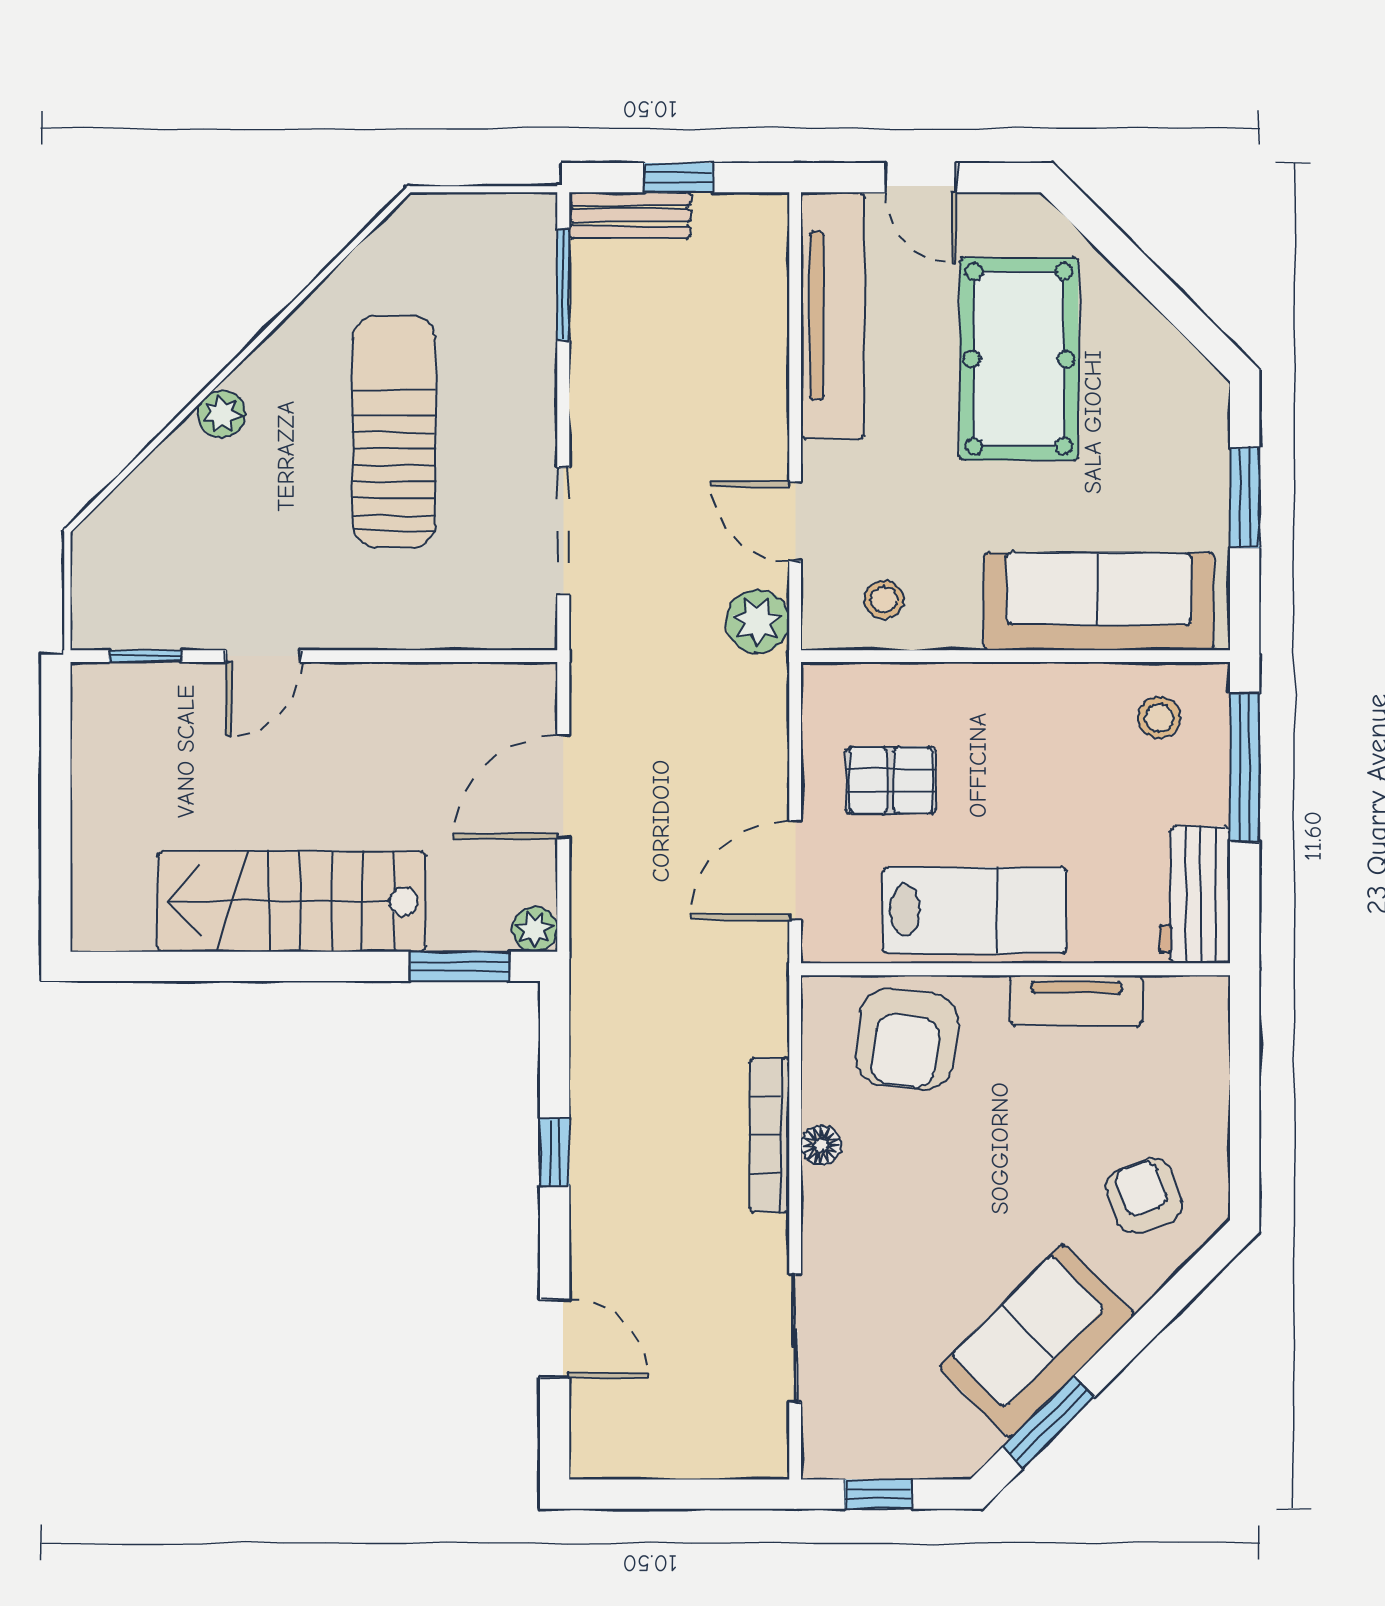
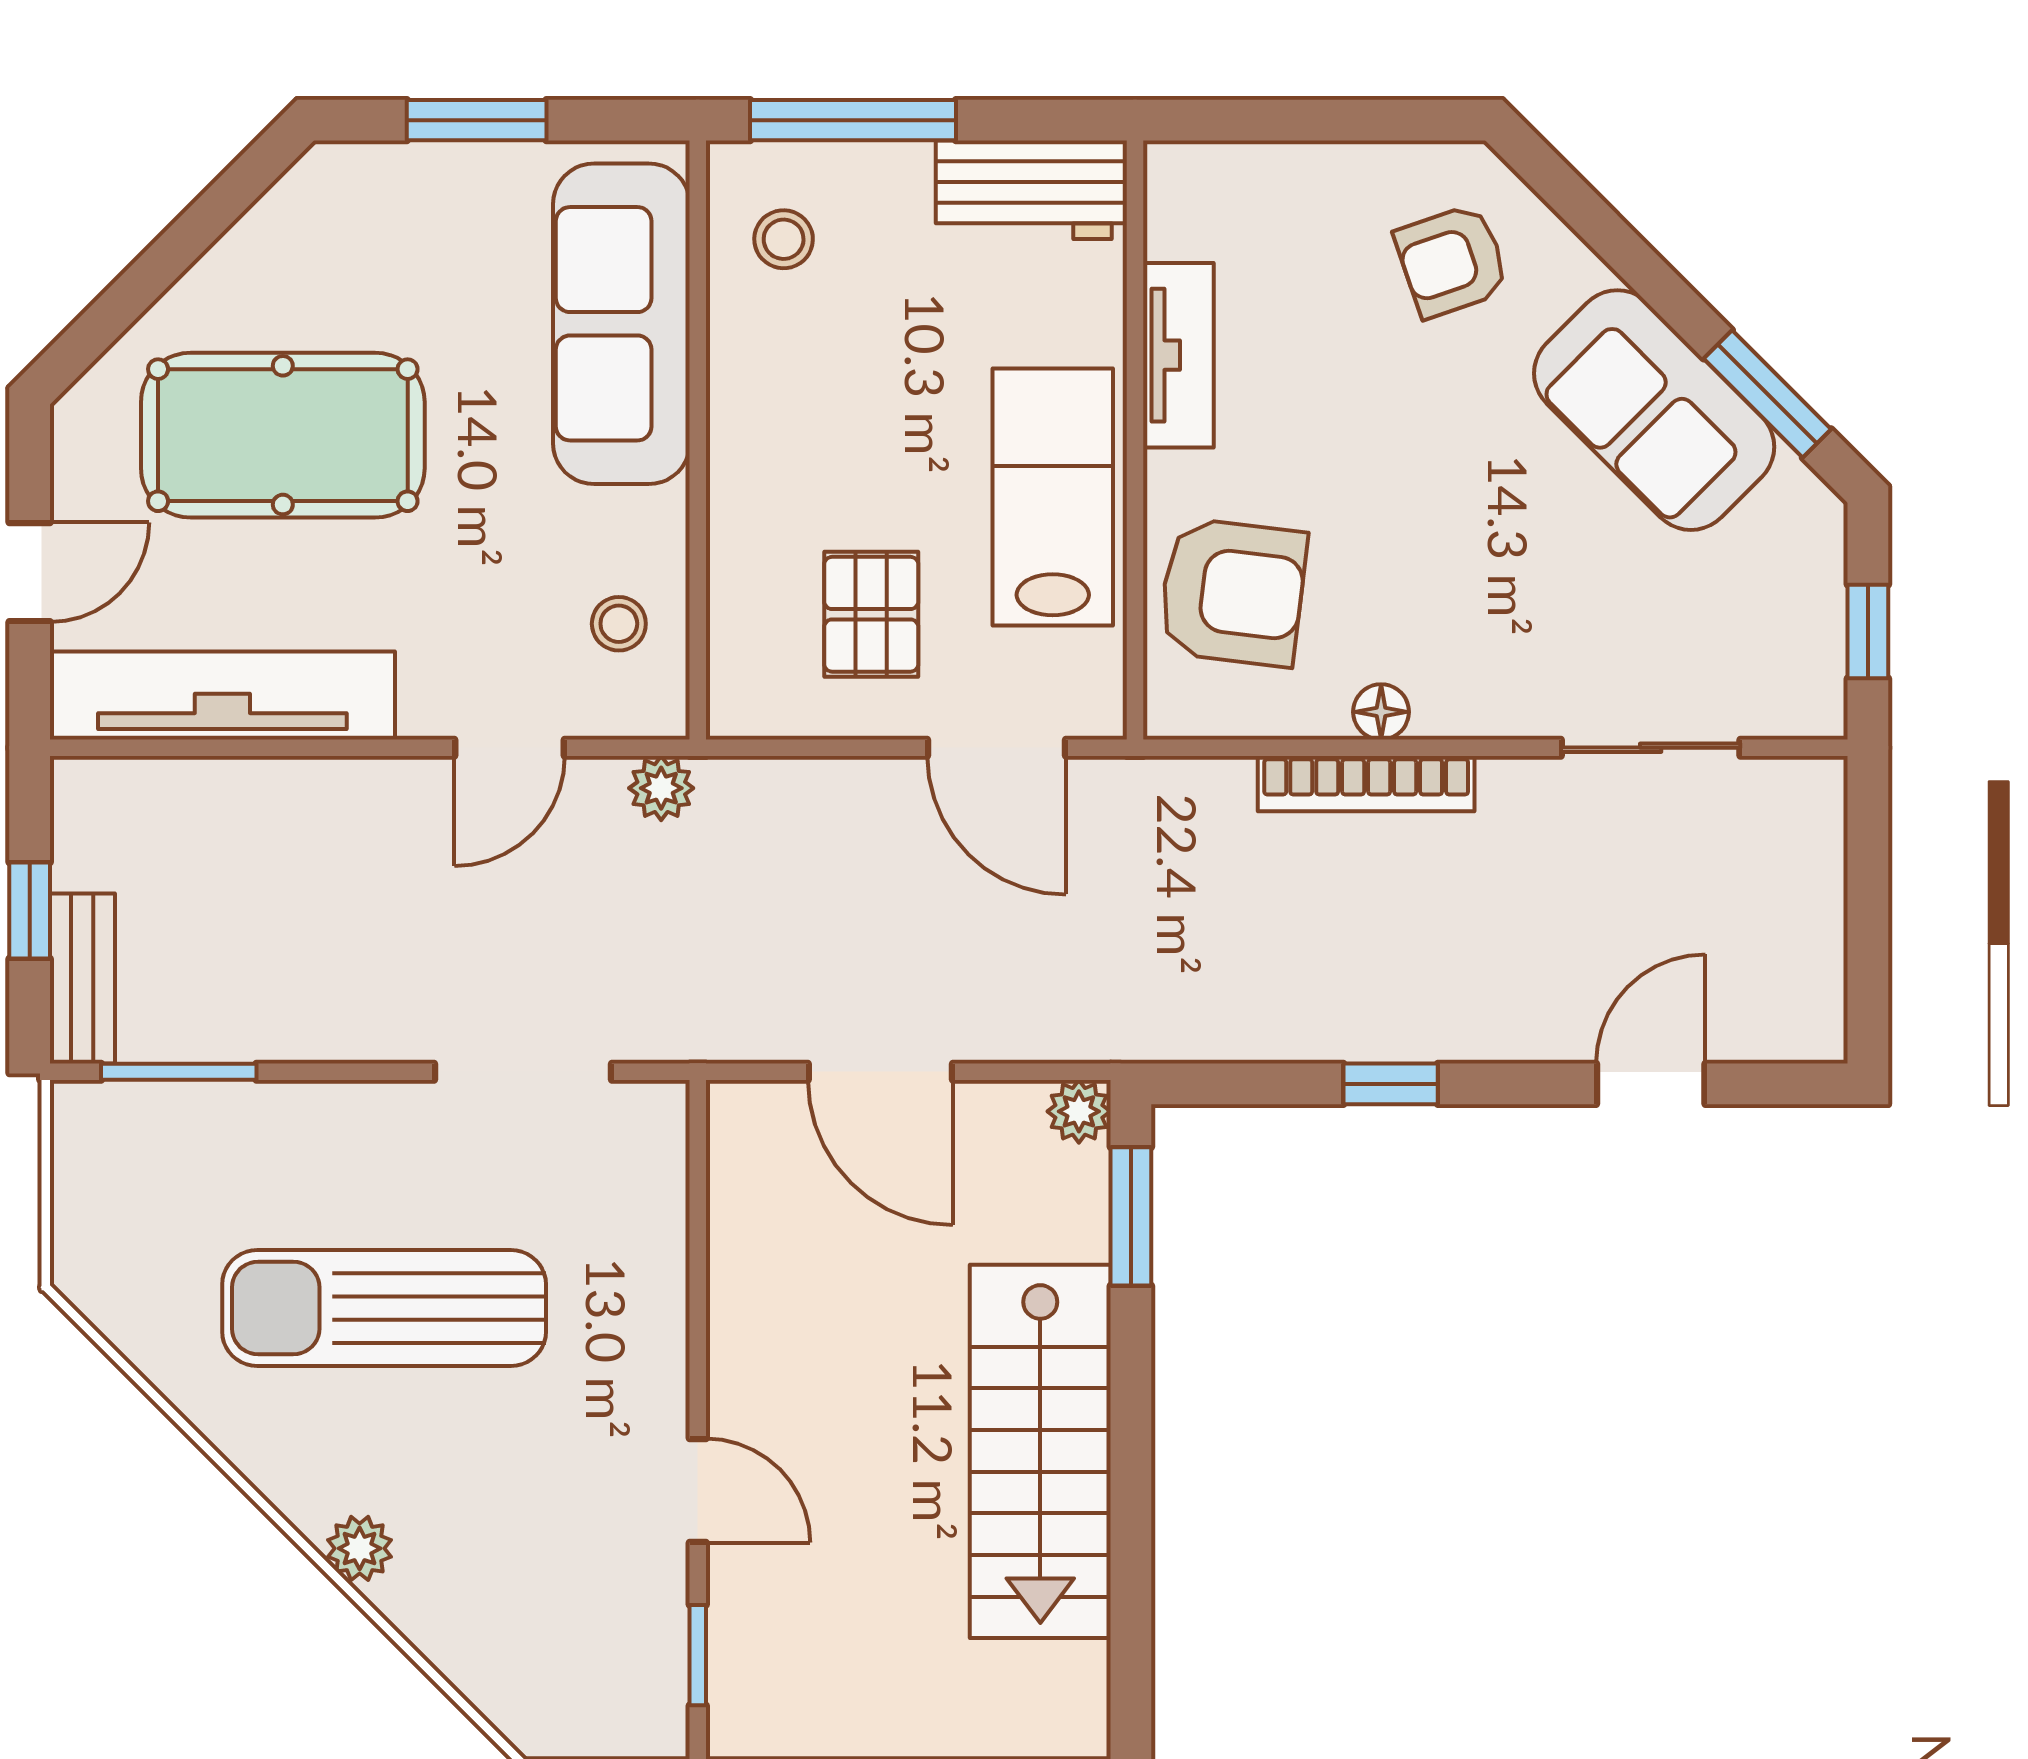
plant: (758, 621) -> (661, 788), width x0.73, depth x0.73

